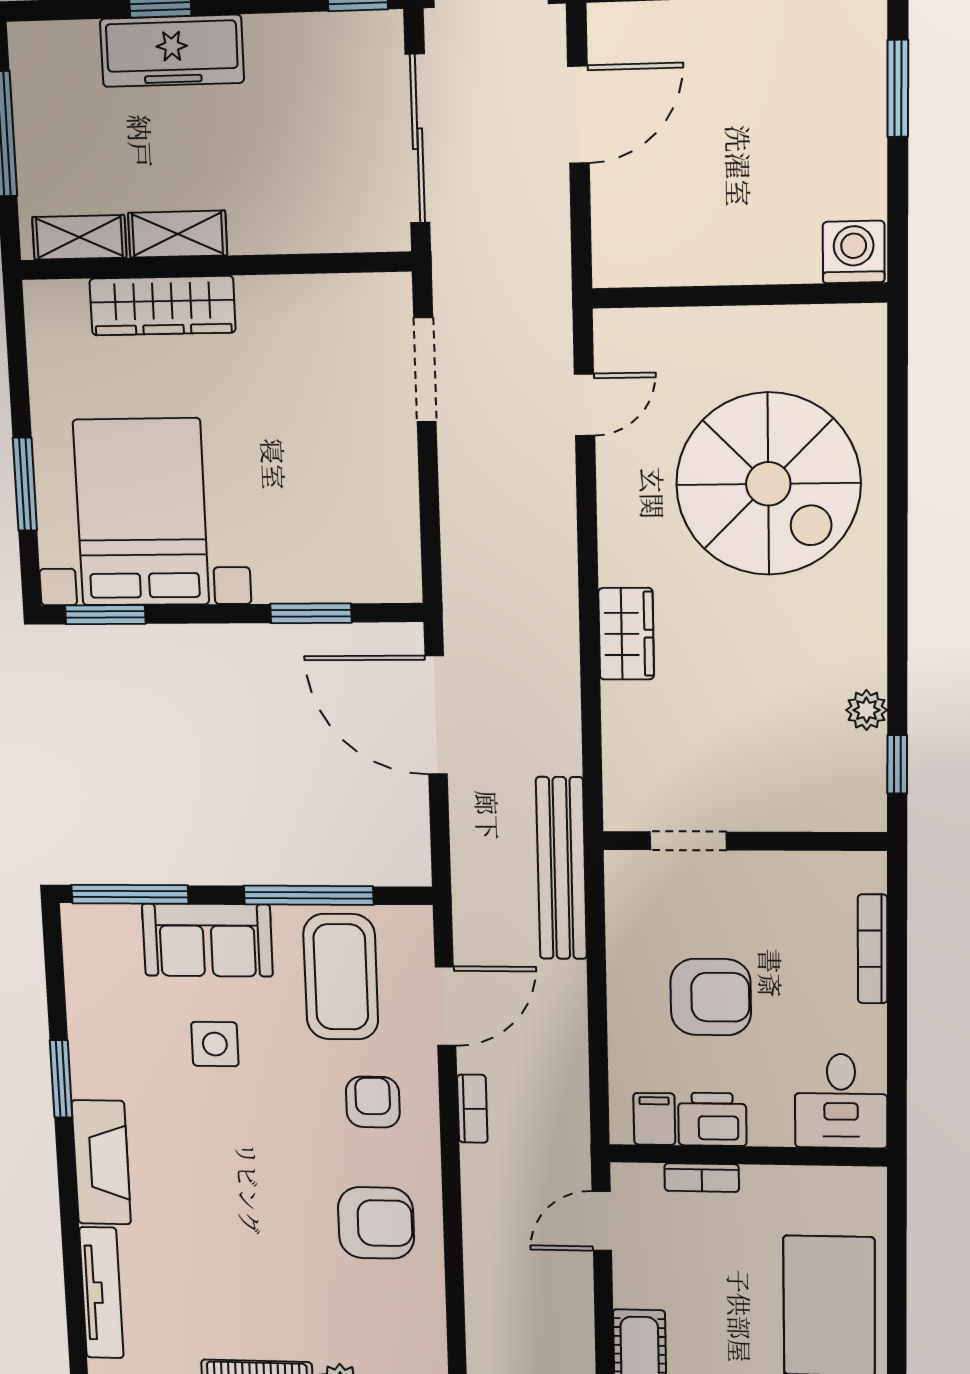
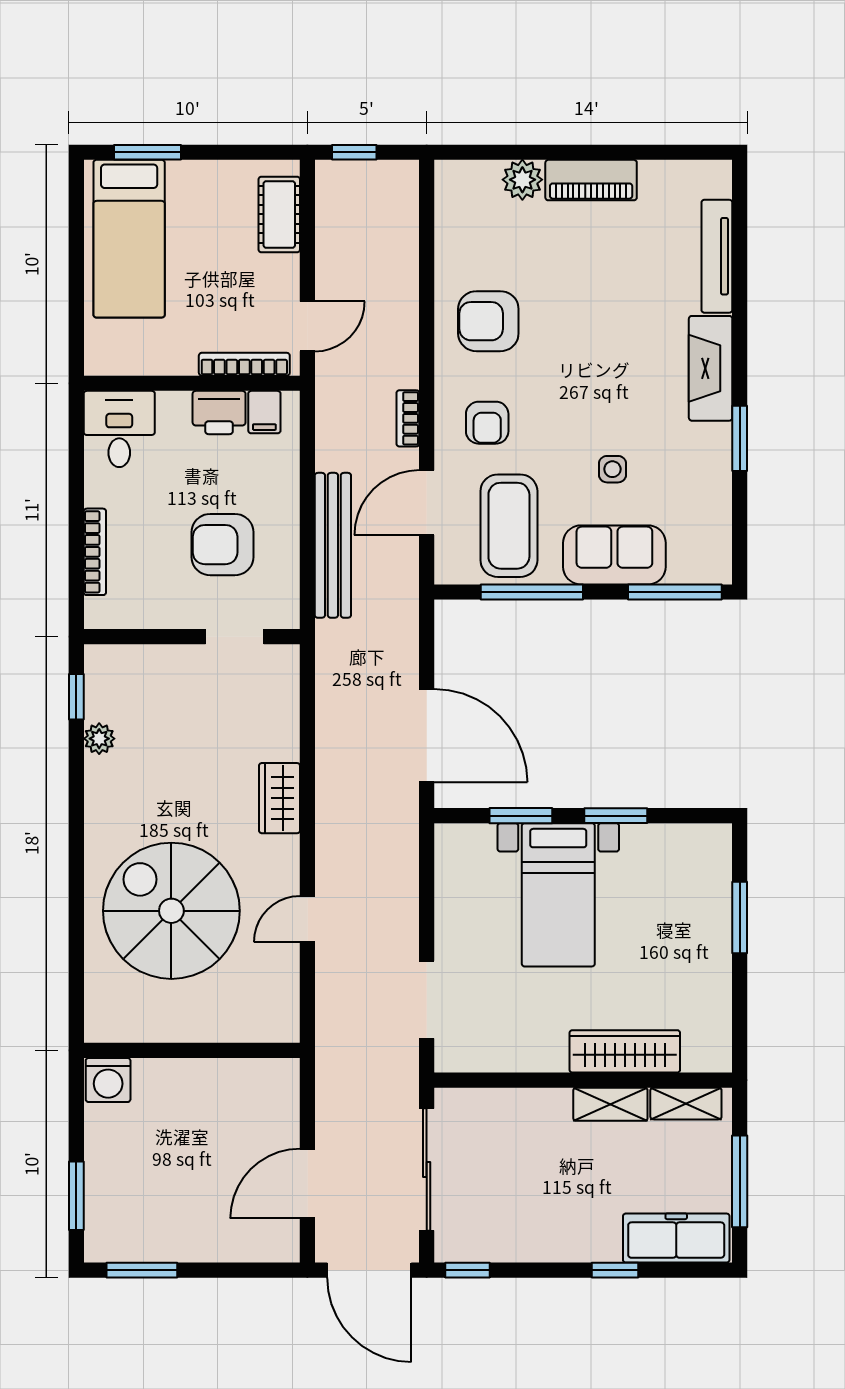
freezer: (172, 51) -> (676, 1238), moved
door: (585, 405) -> (307, 919), moved
bed with nightstands: (141, 512) -> (558, 895), moved, width x0.73
window: (105, 615) -> (616, 816), moved
bench: (561, 868) -> (333, 545), moved
armchair: (711, 997) -> (222, 545), moved
side table: (215, 1044) -> (612, 469), width x0.73, depth x0.73
bookcase: (702, 1178) -> (244, 364), width x1.56

